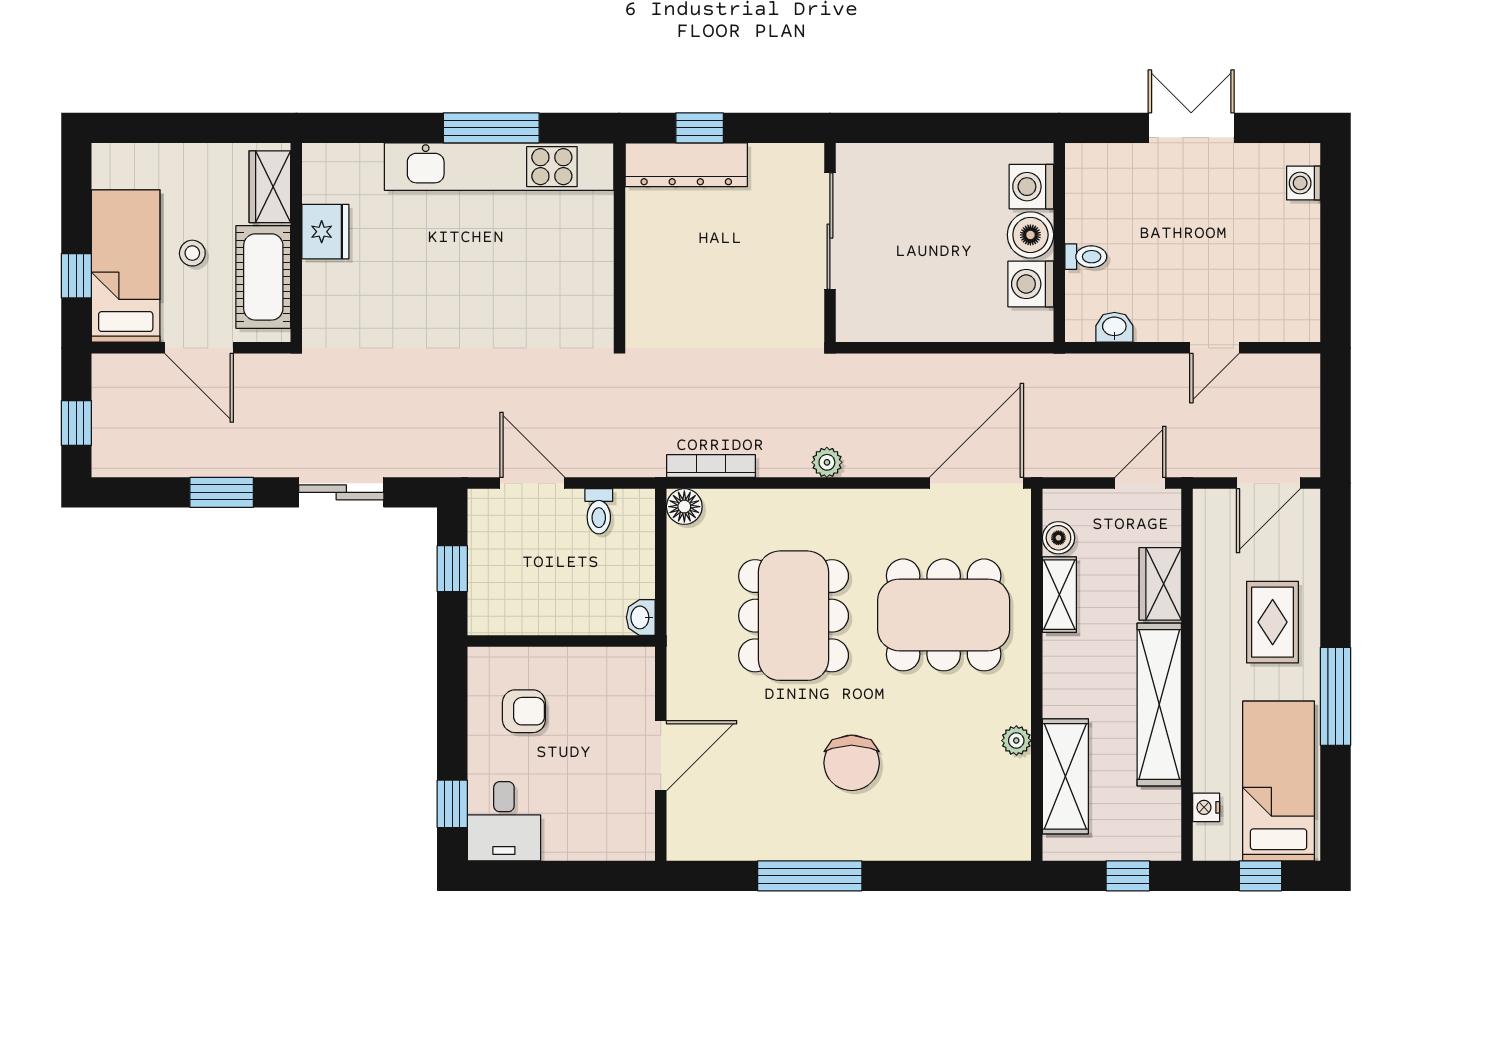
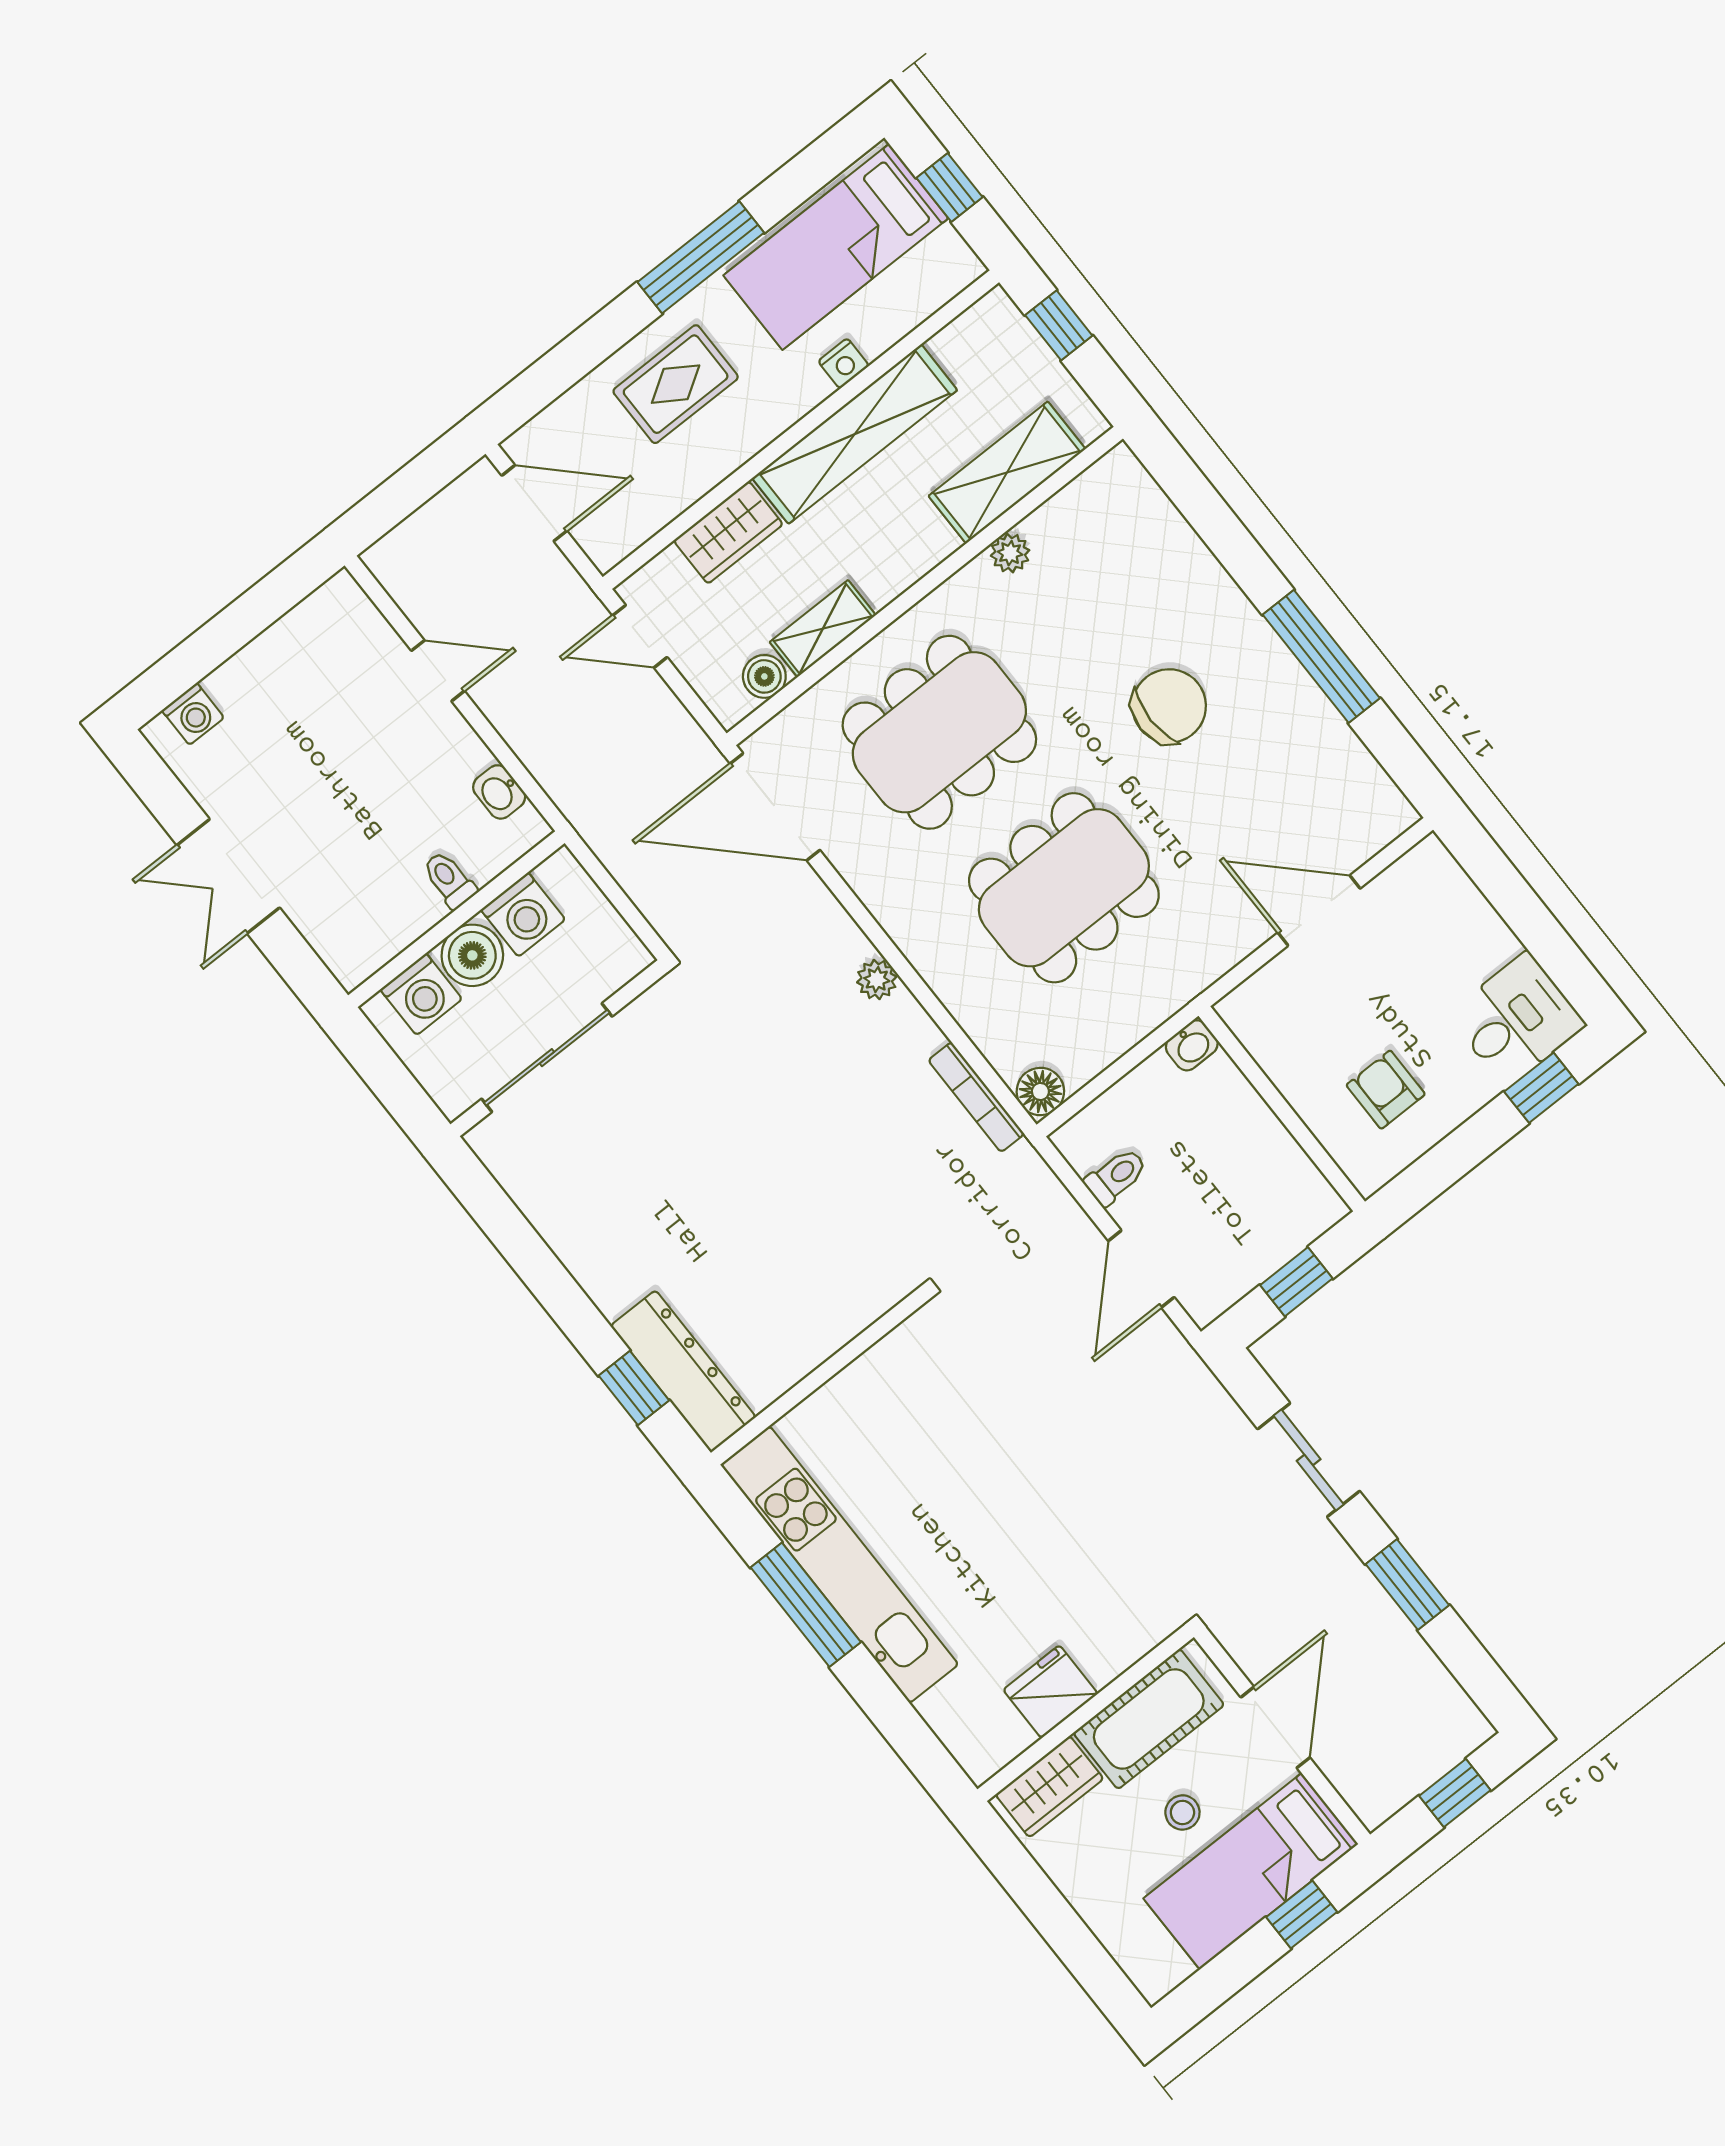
sliding door: (830, 231) -> (547, 1058), moved
wall: (830, 243) -> (559, 1048), moved
dining table: (944, 615) -> (939, 732), turned 90
nightstand: (1206, 807) -> (844, 363), moved

